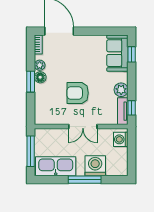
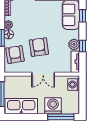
armchair: (78, 93) -> (39, 47), turned 82
armchair: (48, 102) -> (15, 55), added
window: (132, 108) -> (83, 46), moved
window: (85, 180) -> (61, 117), moved

